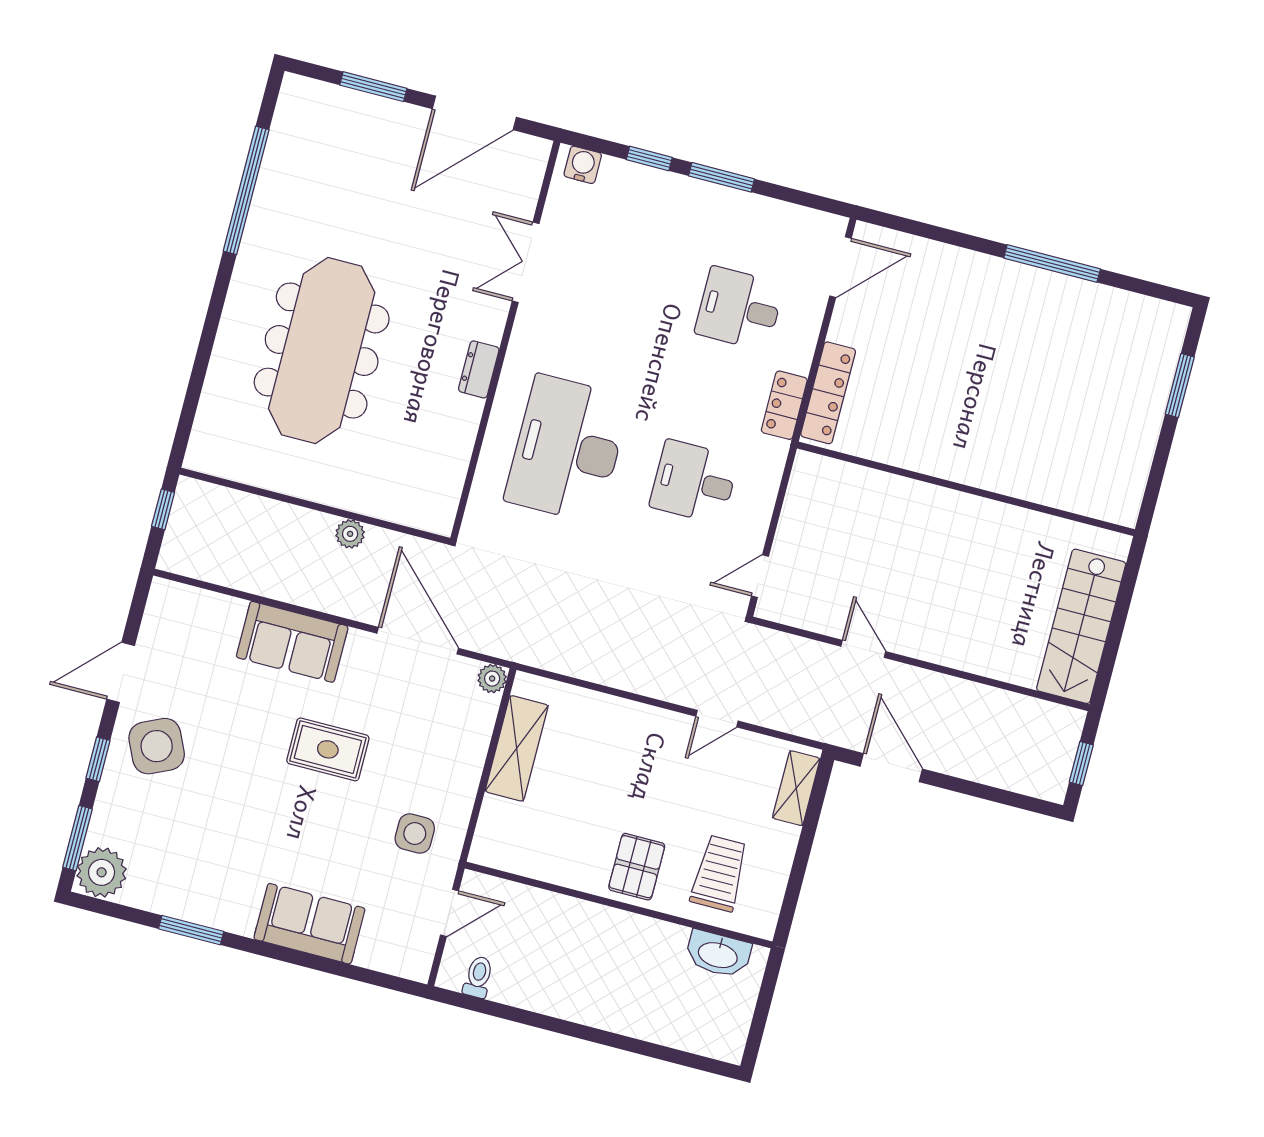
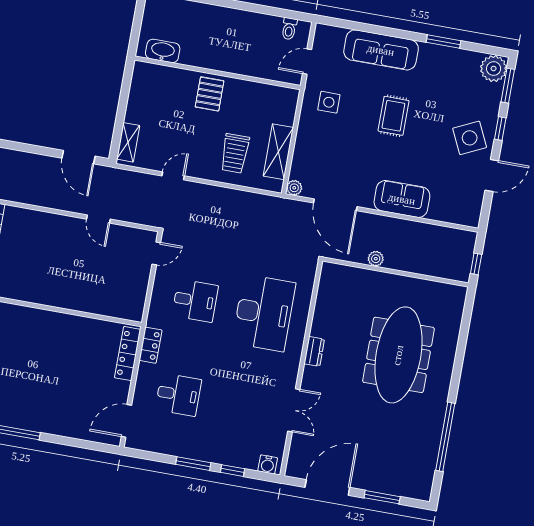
rug: (328, 749) -> (393, 116), moved, turned 90
trolley: (719, 873) -> (235, 153), moved
sofa: (309, 924) -> (381, 50), width x1.36

